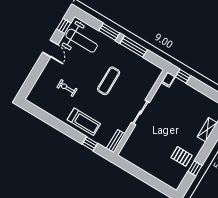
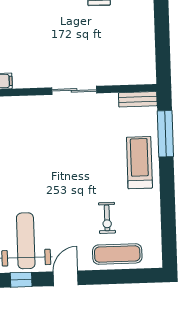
exercise mat: (109, 81) -> (117, 254), moved
window: (90, 144) -> (165, 134), width x2.17

